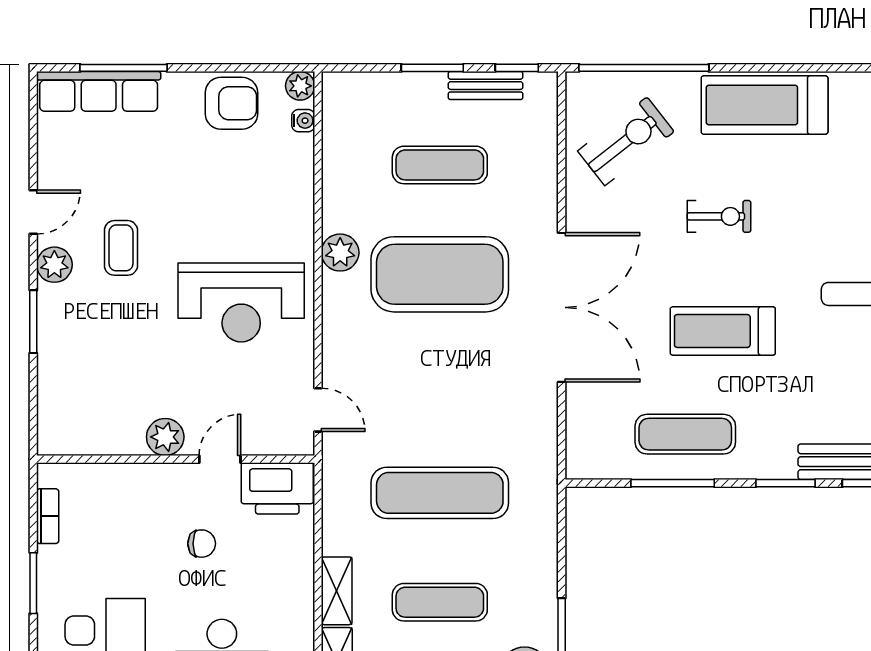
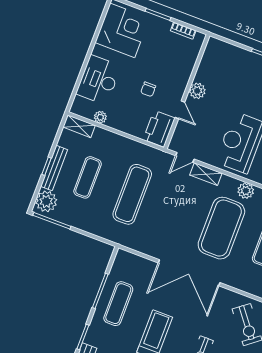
shelving: (337, 591) -> (206, 174), moved
plant: (300, 624) -> (100, 117), added

